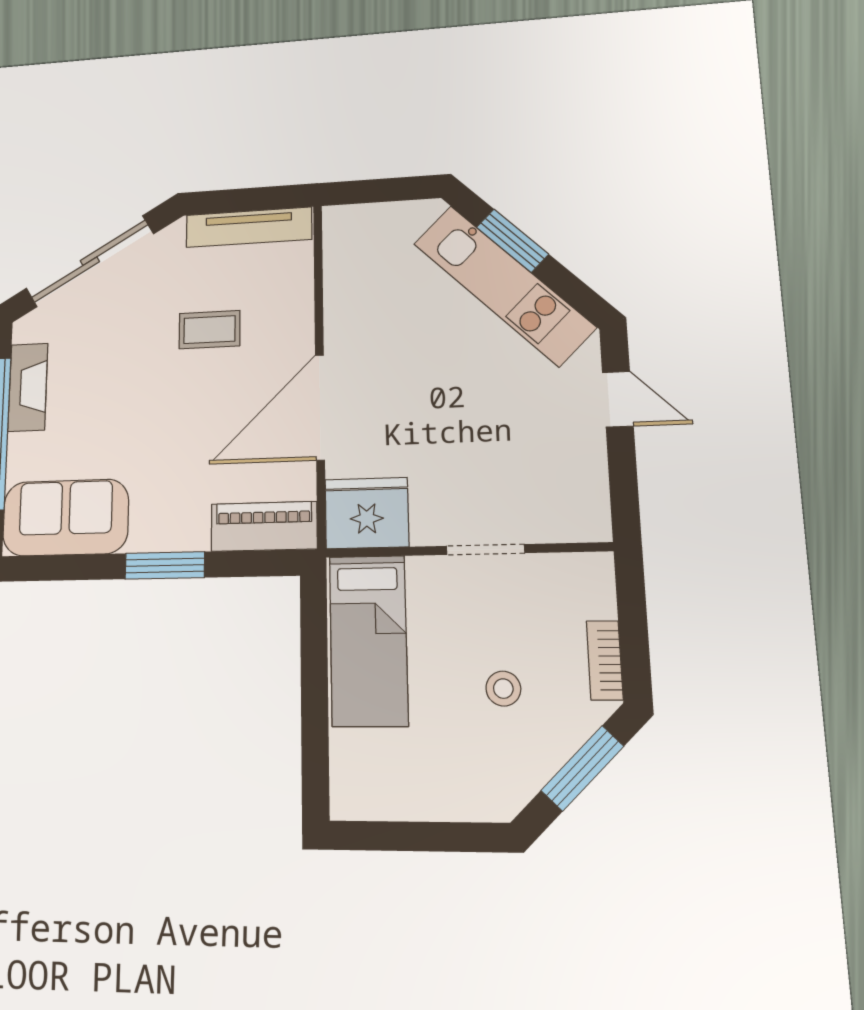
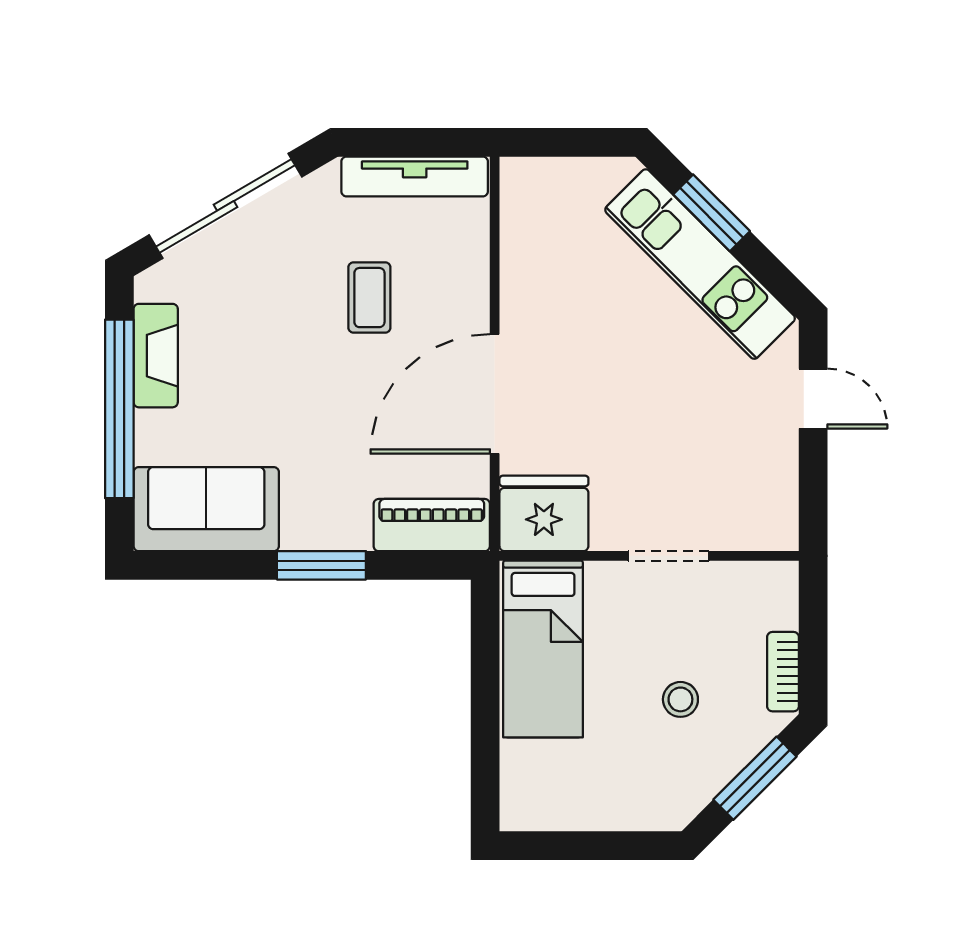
coffee table: (209, 330) -> (369, 298), turned 90

